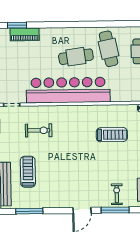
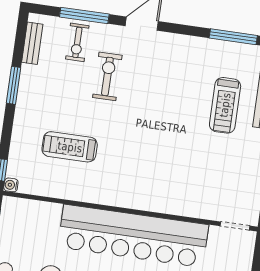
exercise bike: (39, 130) -> (107, 76), moved, turned 90

